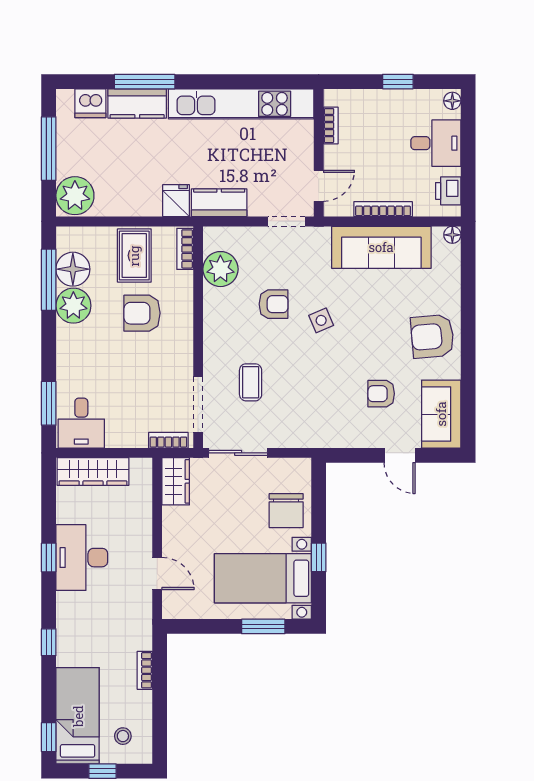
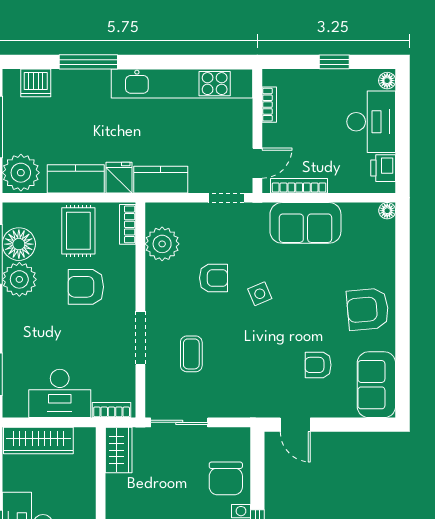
kitchen counter: (137, 103) -> (76, 179), moved, turned 180
desk: (436, 143) -> (371, 122), width x1.37
bookcase: (383, 209) -> (299, 186), moved
sofa: (381, 247) -> (305, 223), width x0.73
doorway: (198, 405) -> (140, 338), moved
desk: (81, 423) -> (60, 393), moved, width x1.37
door: (400, 455) -> (295, 425), moved

